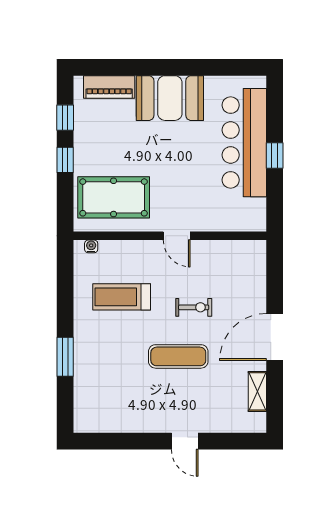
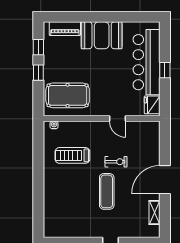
fridge: (254, 213) -> (152, 105), added
door: (177, 236) -> (118, 119), moved
exercise mat: (178, 356) -> (107, 191), turned 90
window: (65, 357) -> (38, 192), removed

